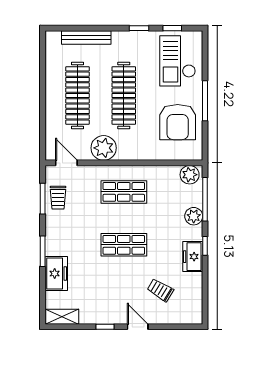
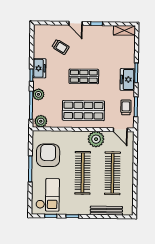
shop shelf: (124, 192) -> (83, 111), width x1.43, depth x1.36
freezer: (56, 274) -> (127, 79), moved

